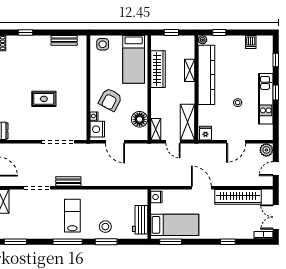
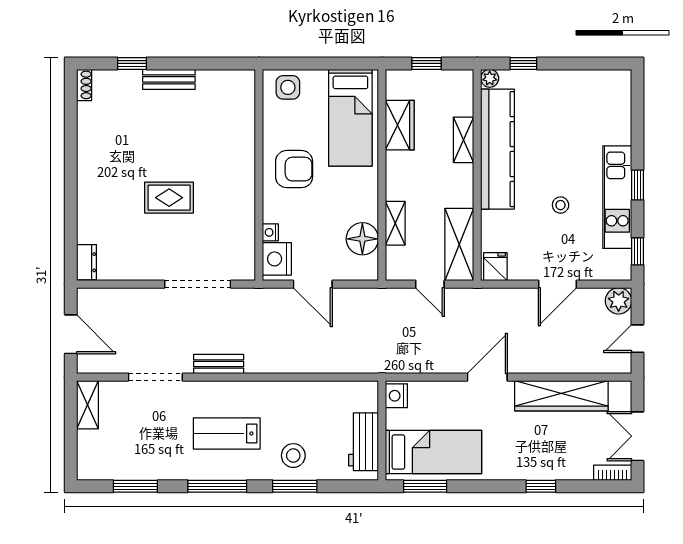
bench: (64, 40) -> (169, 79), moved
dishwasher: (251, 42) -> (587, 83), removed
window: (276, 60) -> (637, 251), moved
wardrobe: (158, 69) -> (400, 125), width x0.67
armchair: (110, 100) -> (294, 169), moved, turned -118
shelving: (156, 129) -> (395, 223), moved
door: (201, 188) -> (487, 377), hinge flipped
lab bench: (72, 216) -> (227, 433), turned -90
window: (15, 242) -> (135, 486), moved

